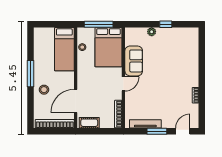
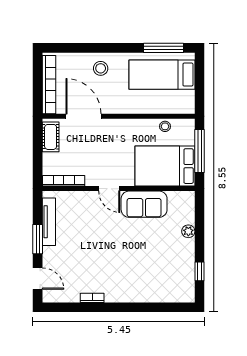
window: (166, 24) -> (200, 271), moved
bed: (64, 49) -> (162, 75), moved
window: (31, 74) -> (163, 48), moved

